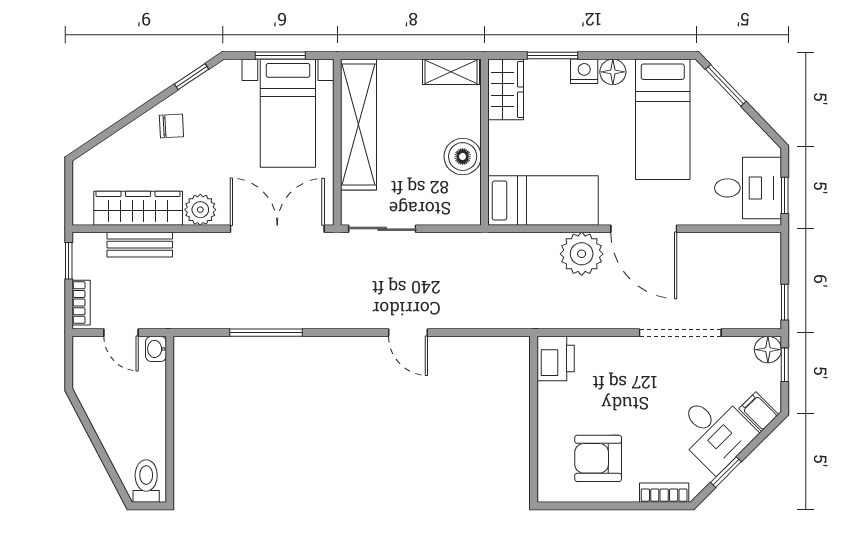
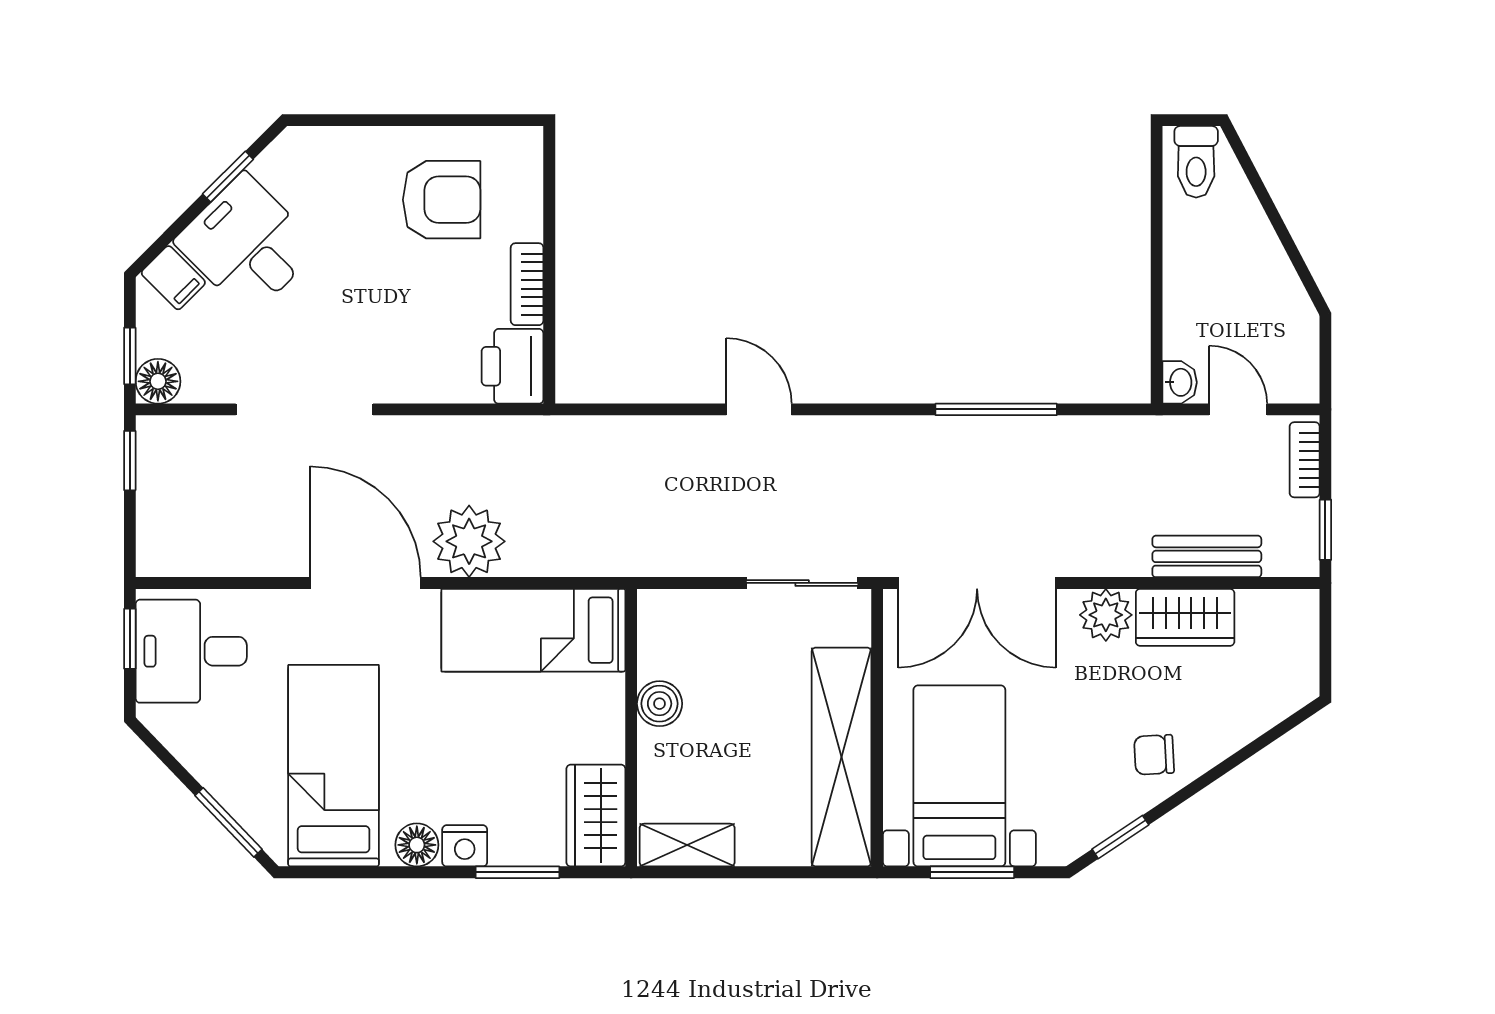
boiler: (463, 157) -> (660, 704), width x0.73, depth x0.73
wardrobe: (138, 208) -> (1185, 617), width x0.67
bookcase: (664, 493) -> (527, 284), moved, turned 90

